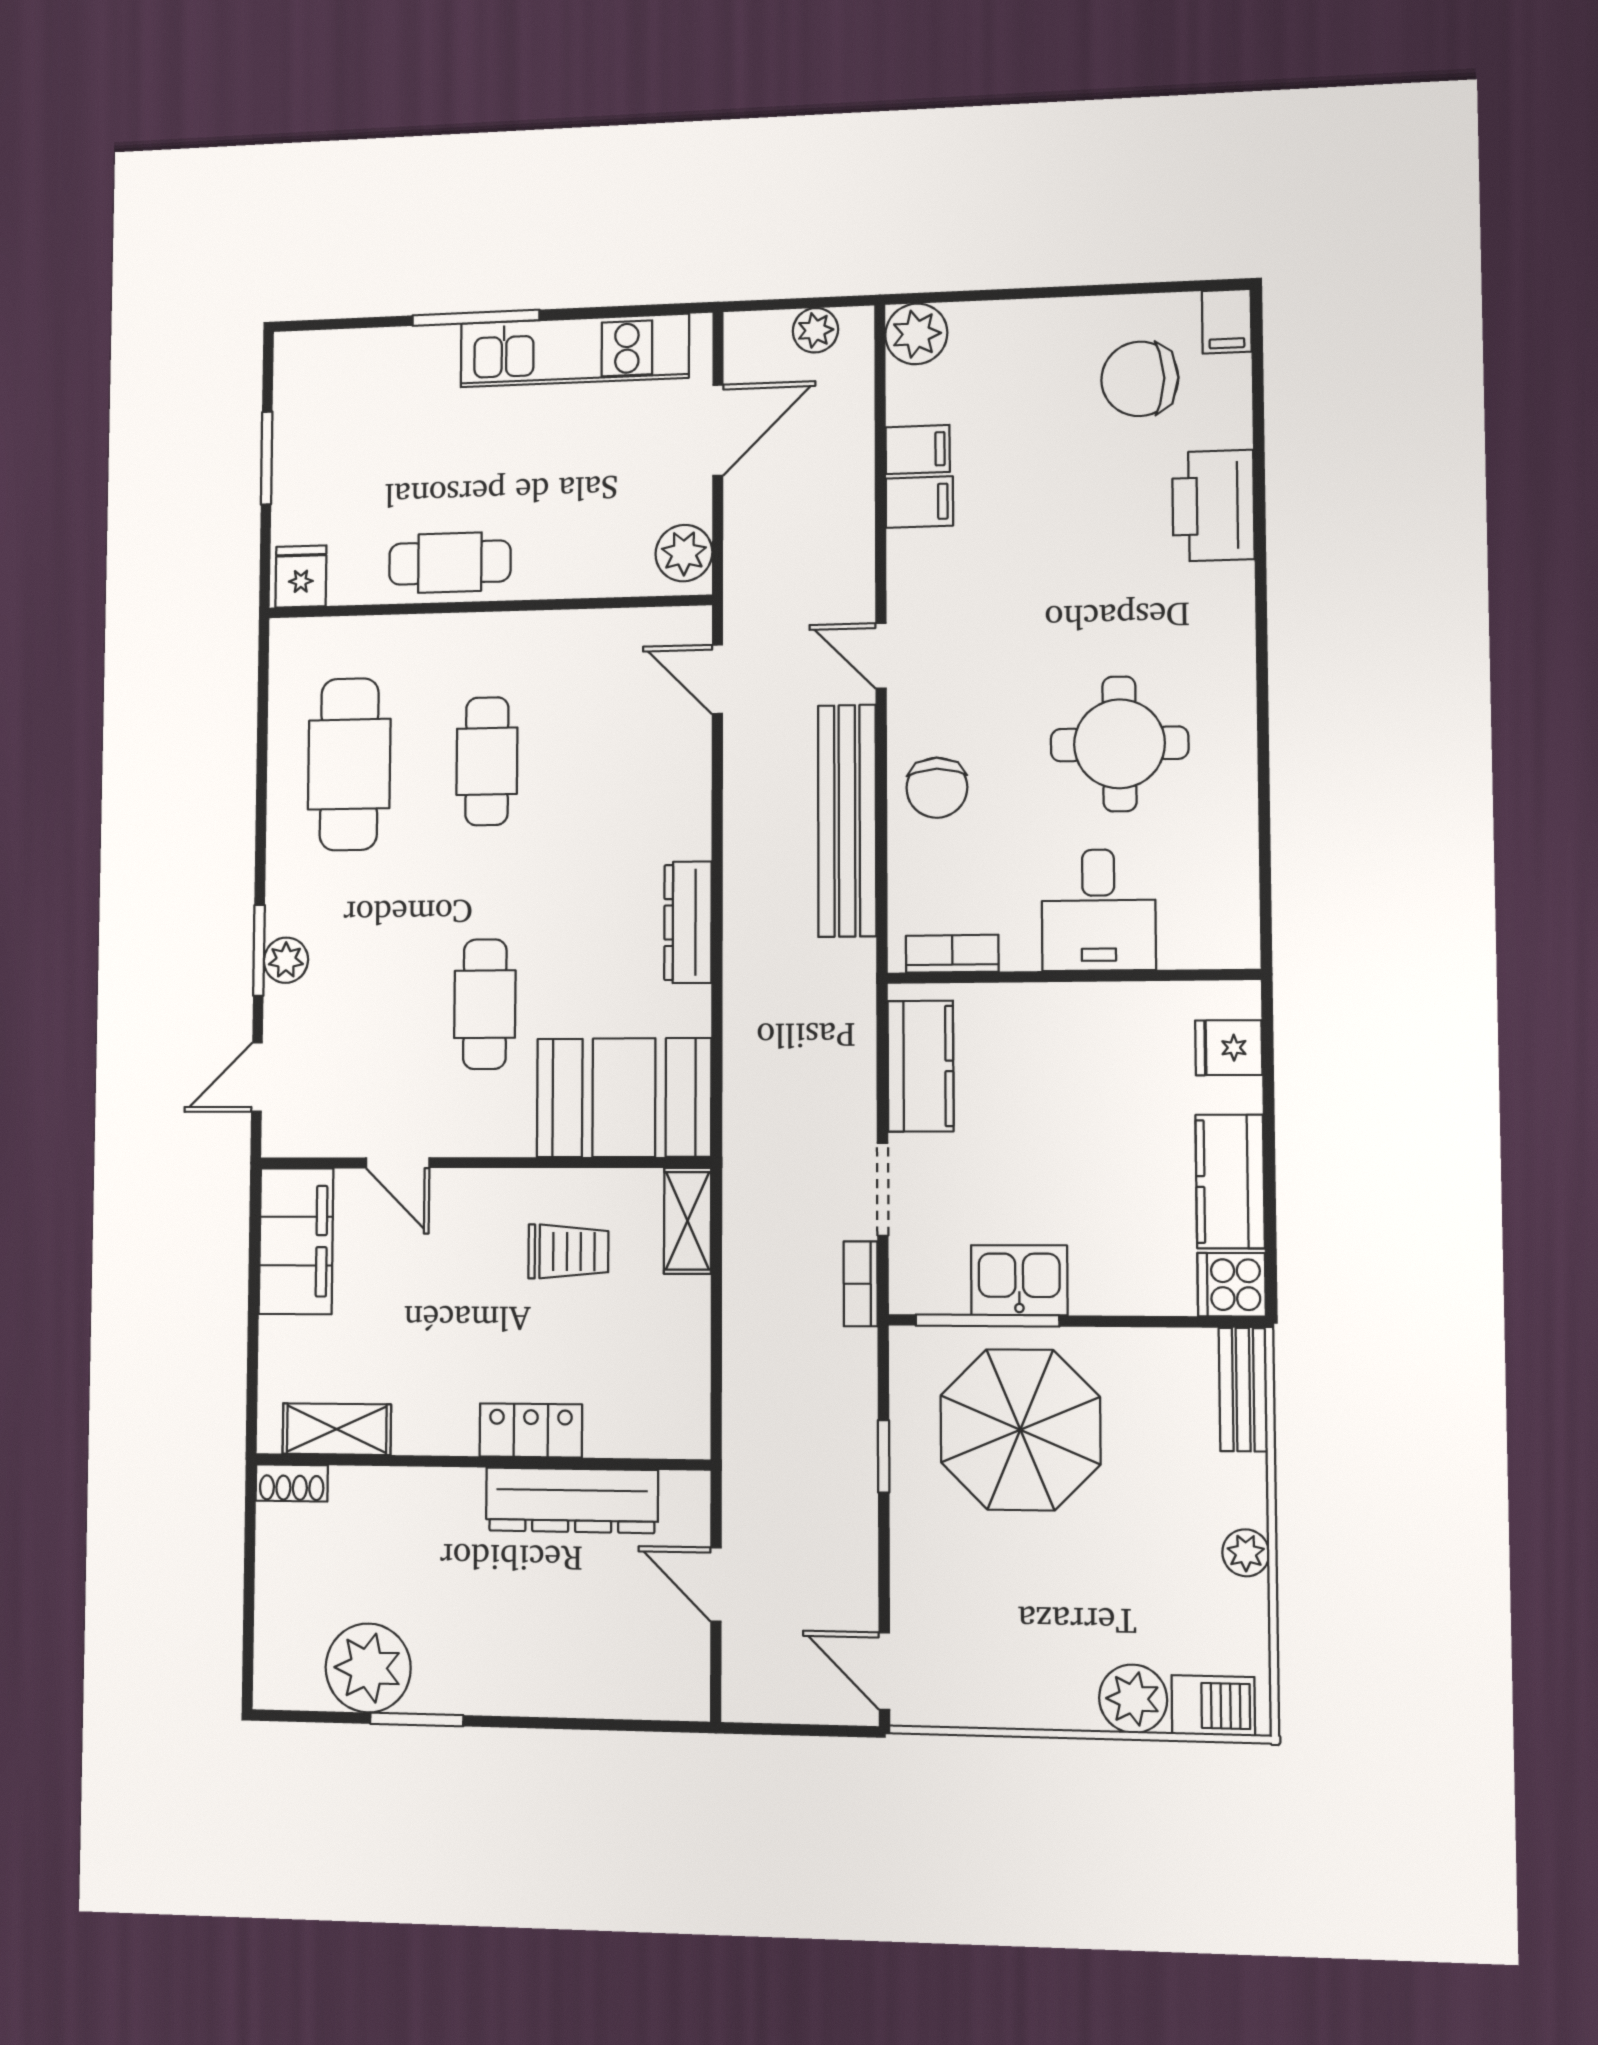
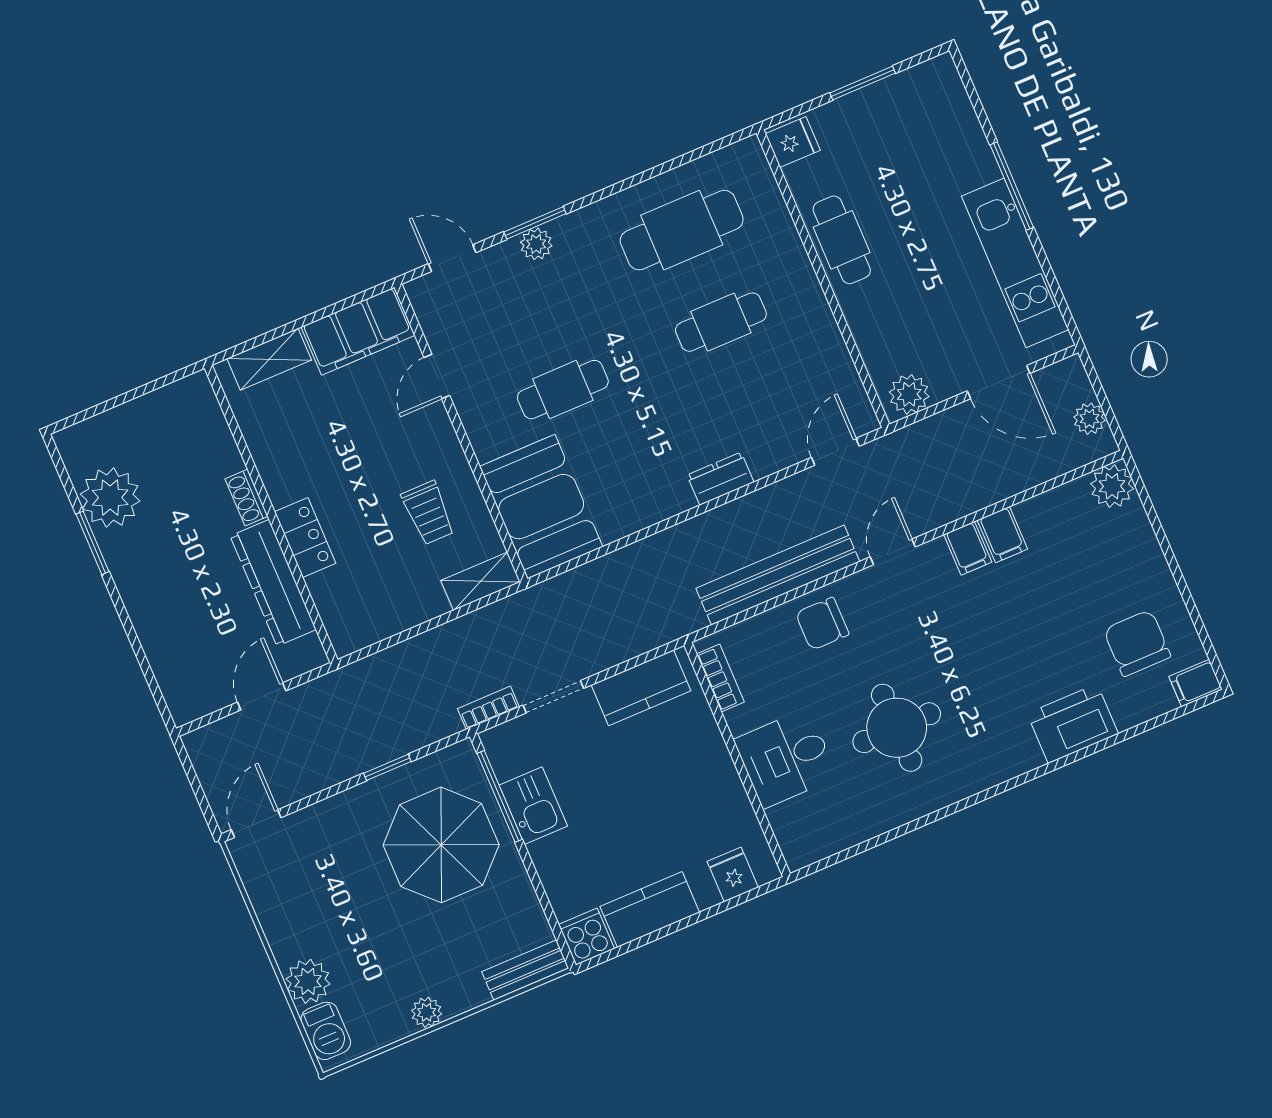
filing cabinet: (918, 450) -> (968, 548), moved
dresser: (688, 922) -> (720, 479), moved, width x0.70
shelving: (337, 1429) -> (269, 359), moved, turned 90
shoe rack: (292, 1483) -> (246, 498), moved

